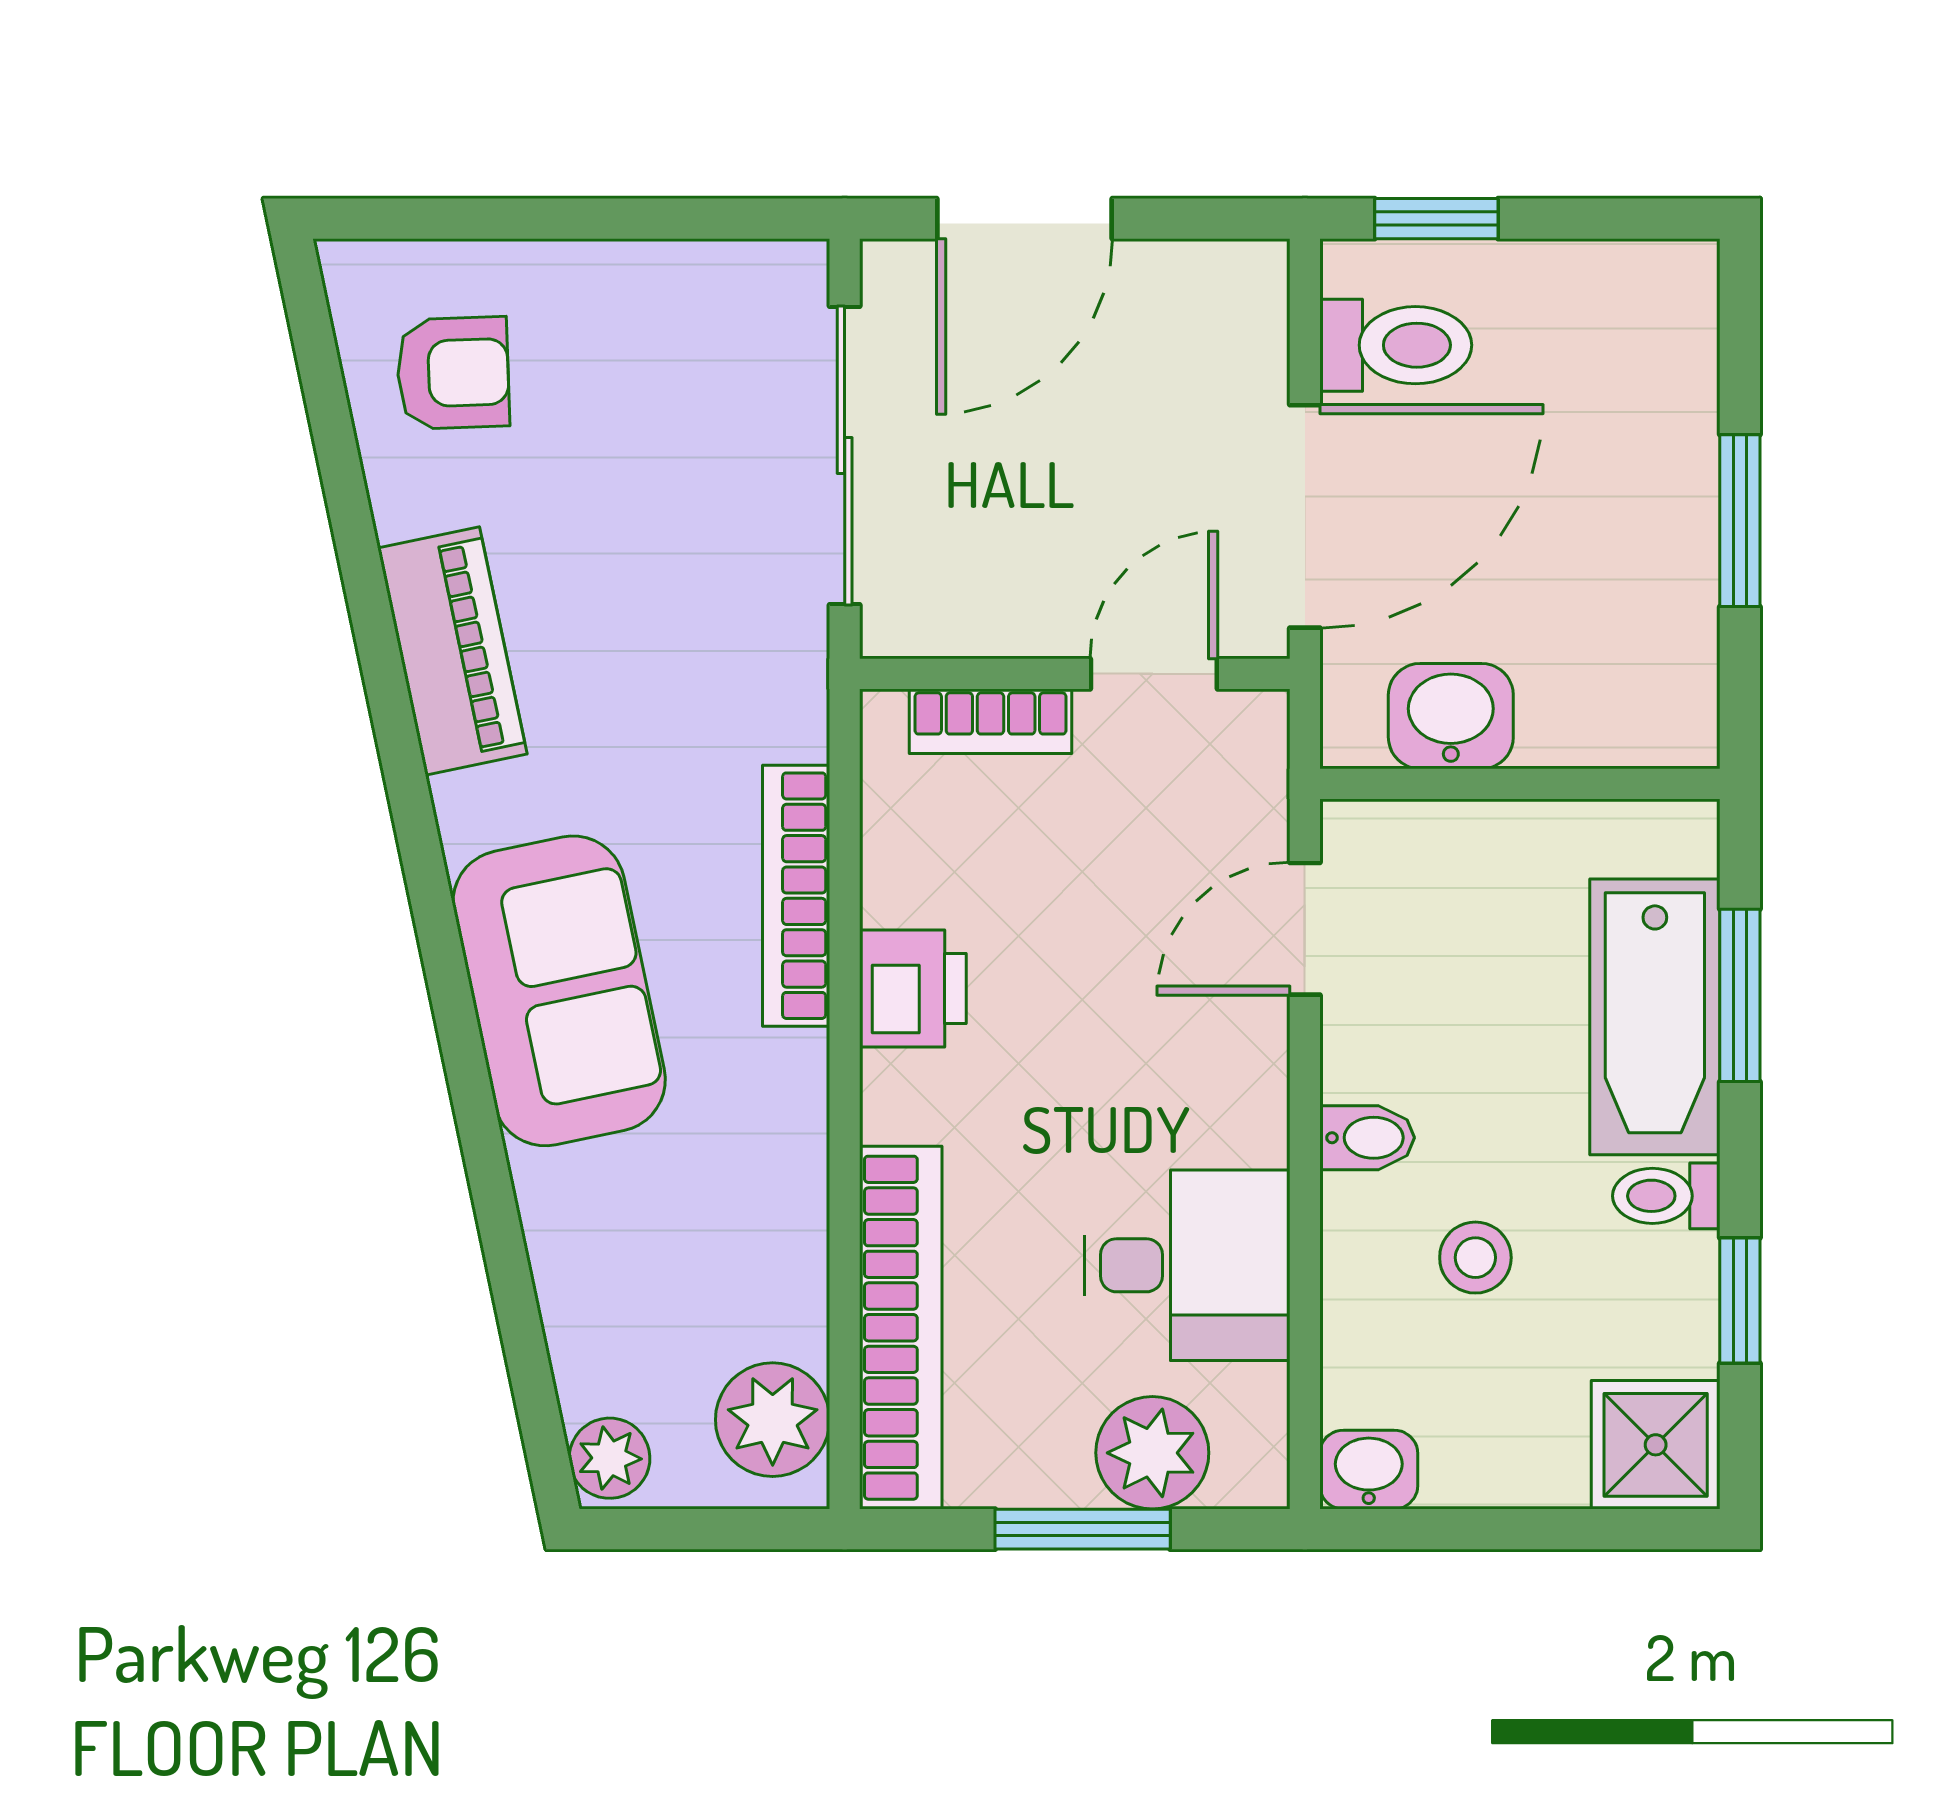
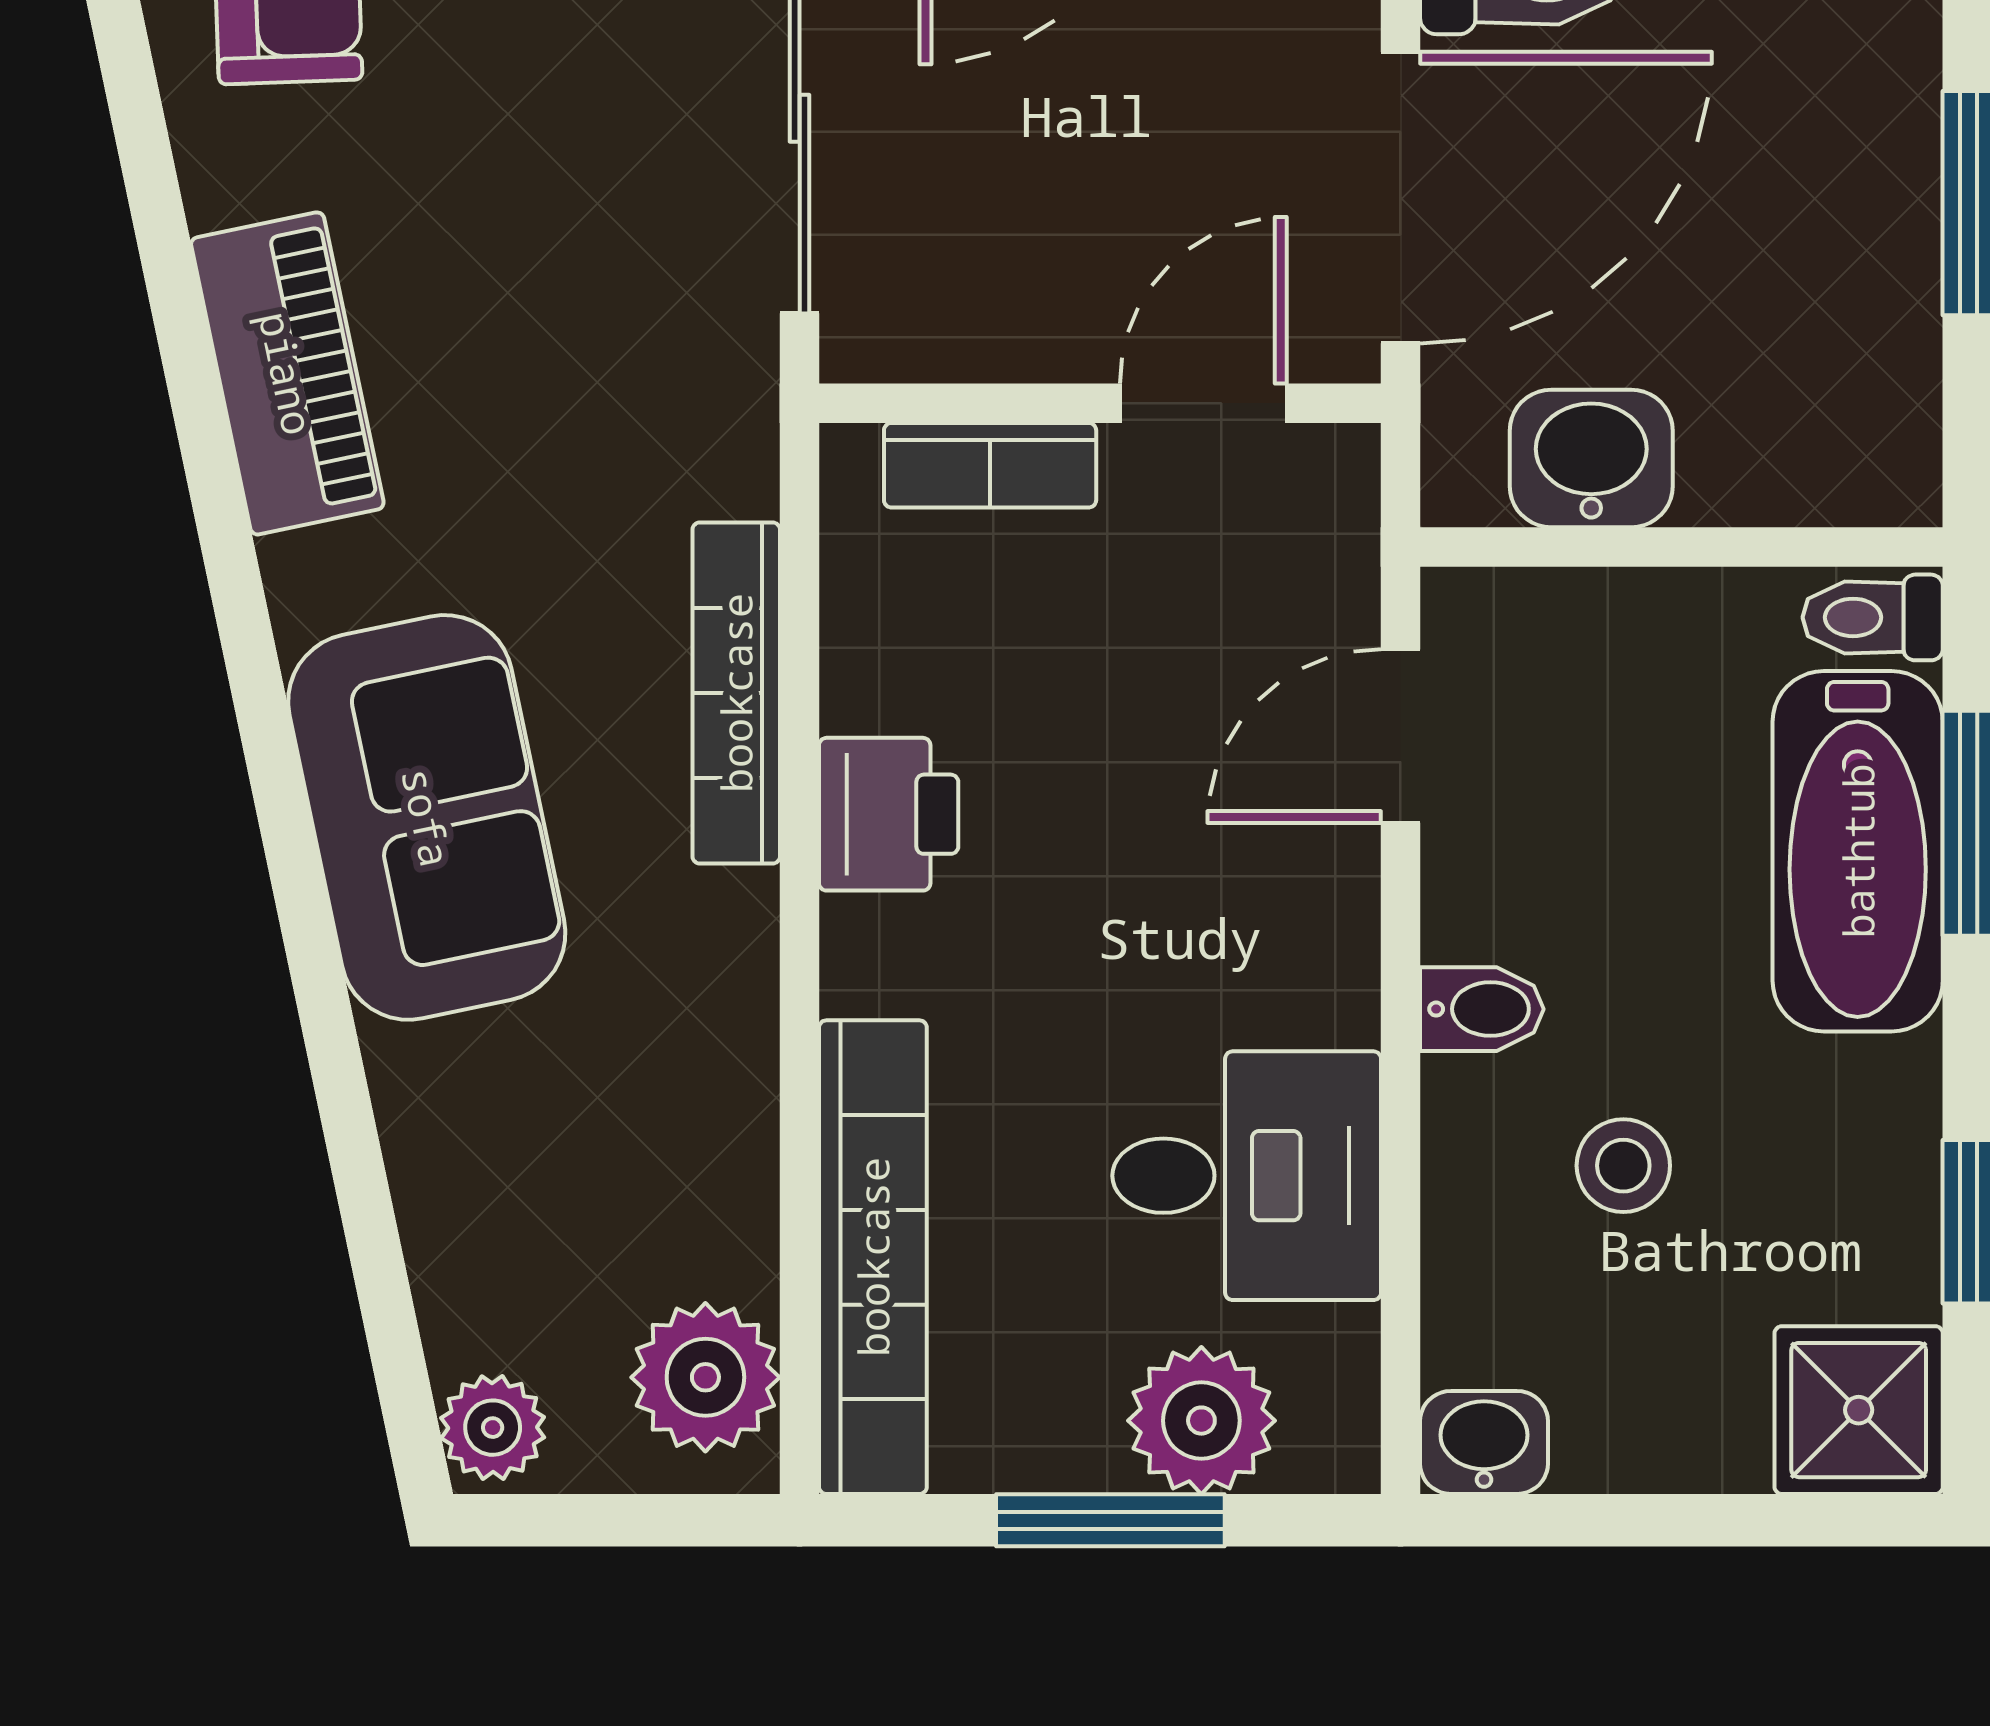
toilet: (1666, 1196) -> (1873, 617), moved

